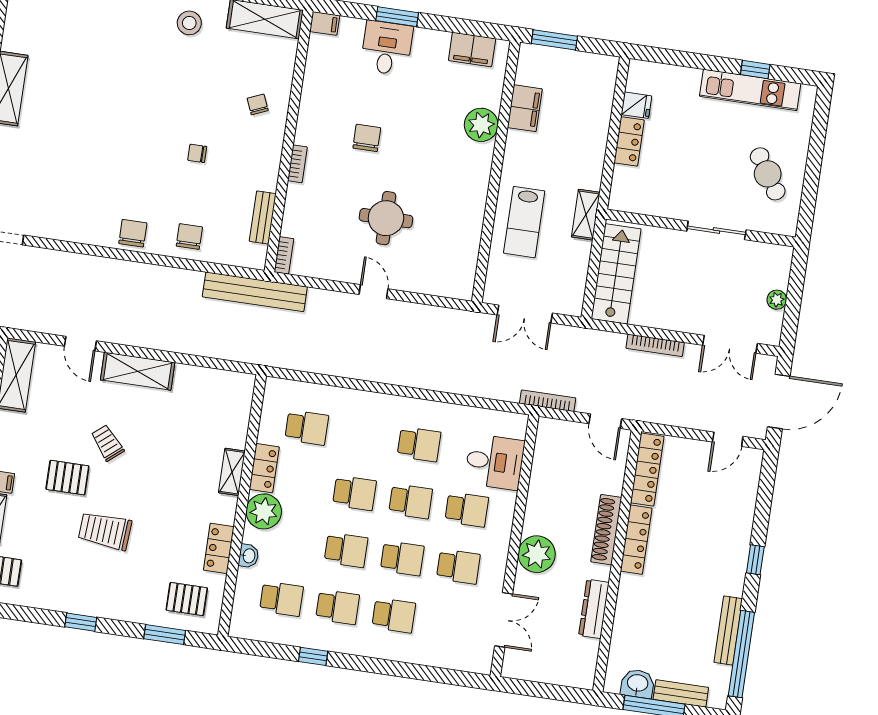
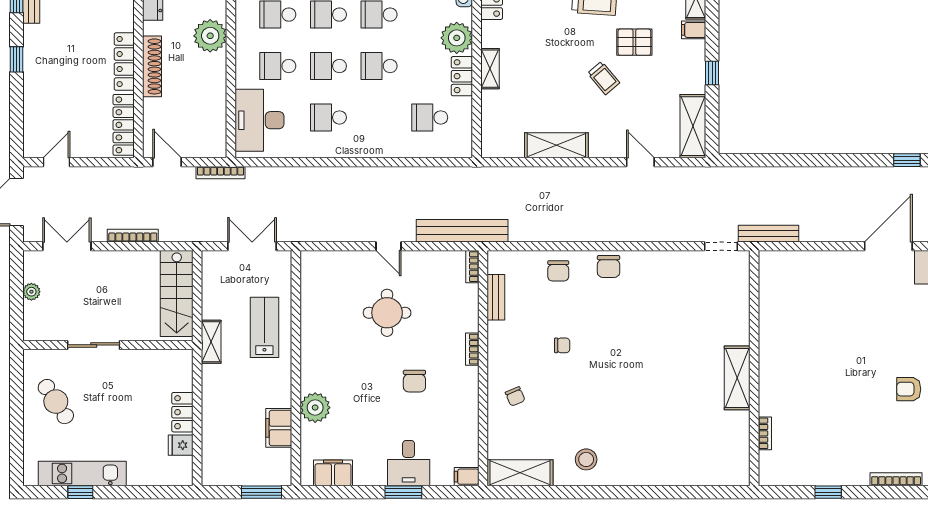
bench: (255, 292) -> (462, 231), moved
shelving: (138, 371) -> (556, 145), moved
desk: (494, 462) -> (259, 120), width x1.37

